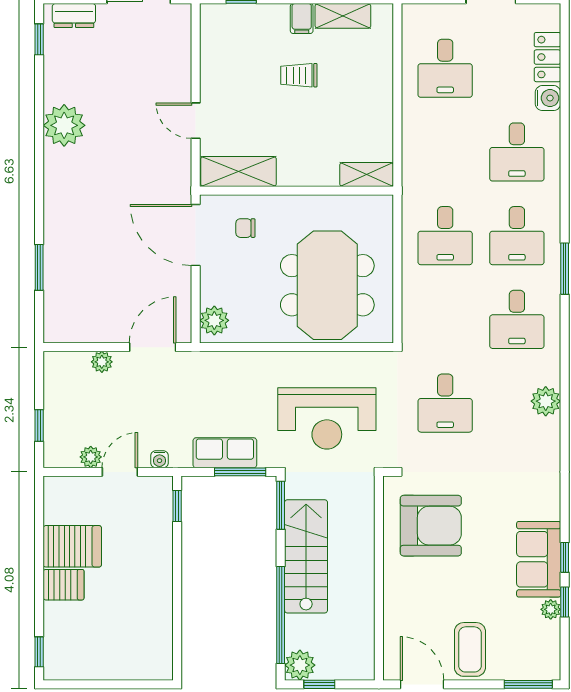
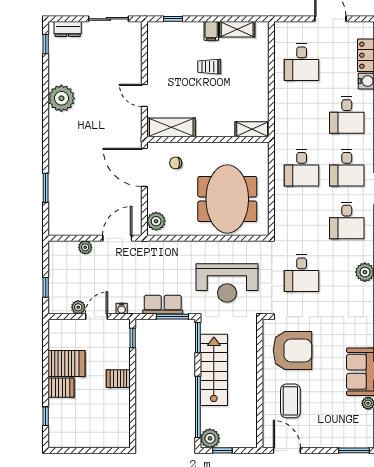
server rack: (154, 570) -> (118, 379), added
coffee table: (470, 649) -> (290, 401), moved
window: (39, 652) -> (46, 416), moved

